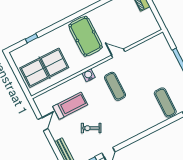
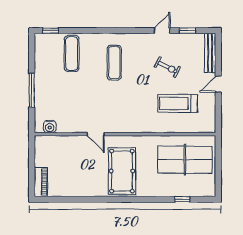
water cooler: (89, 75) -> (50, 127), moved
exercise mat: (115, 86) -> (114, 63), moved
door: (43, 124) -> (218, 84), moved

